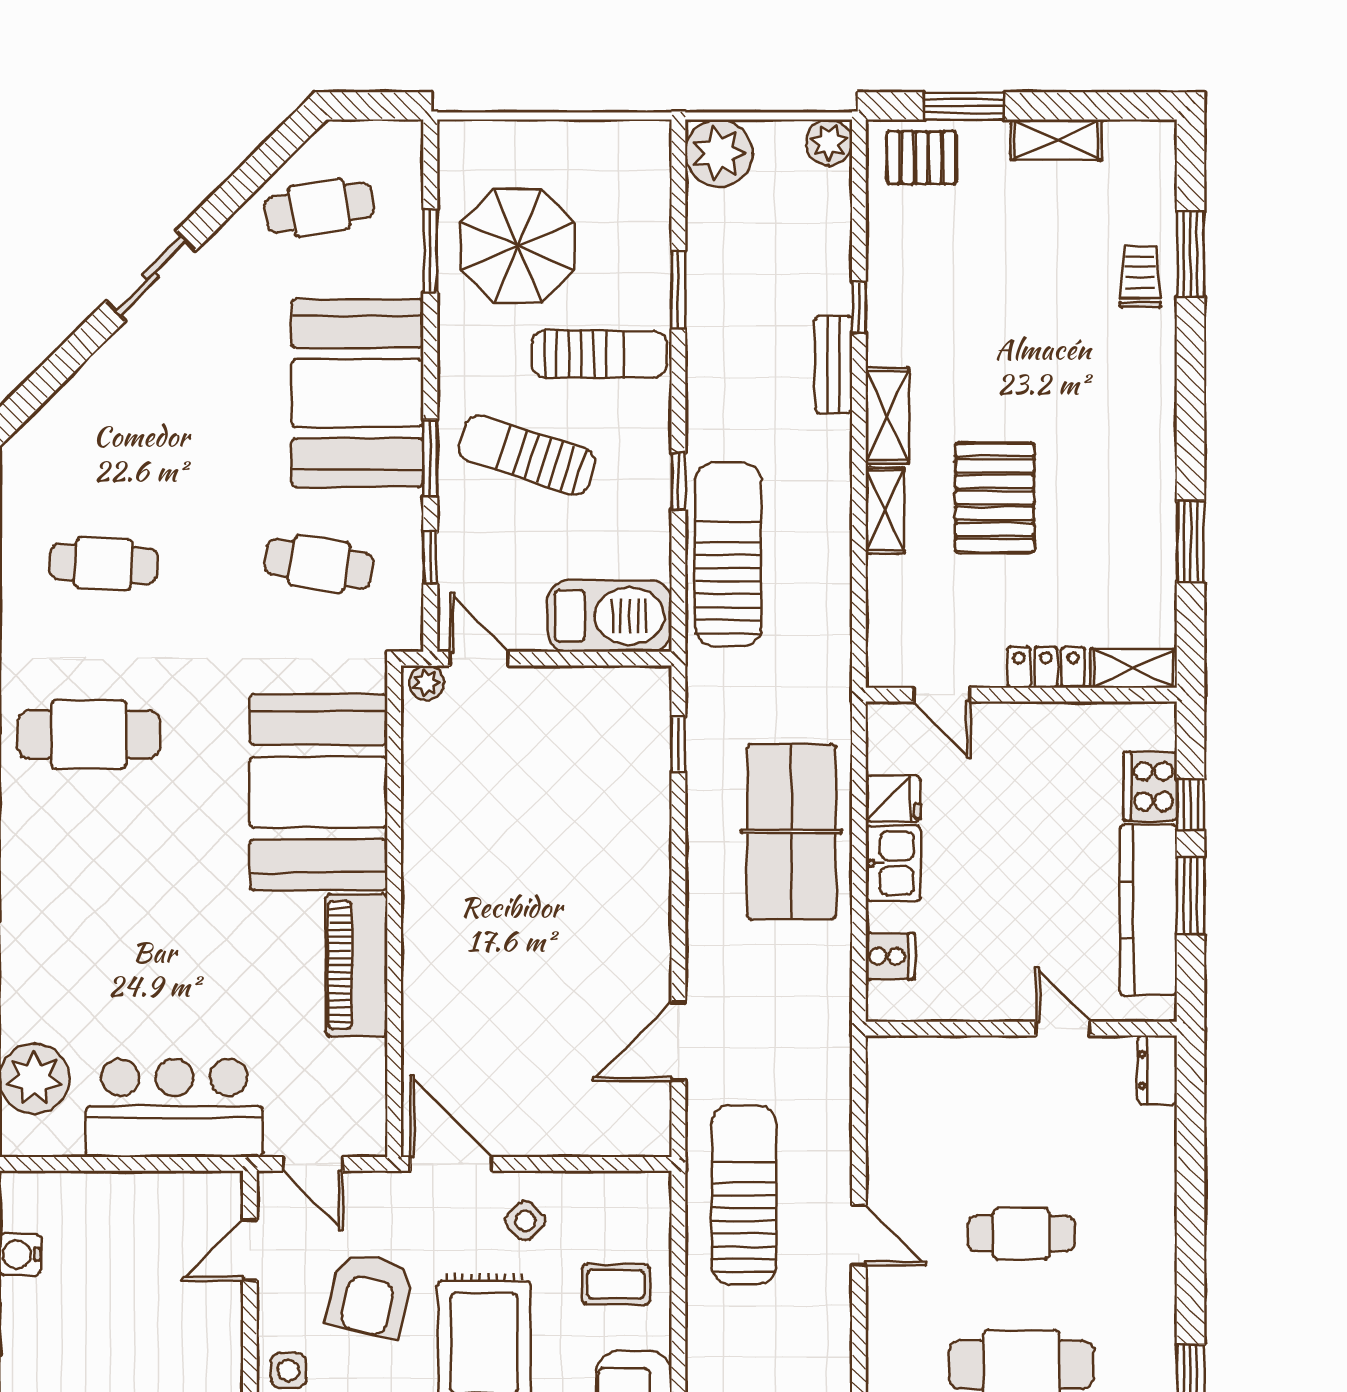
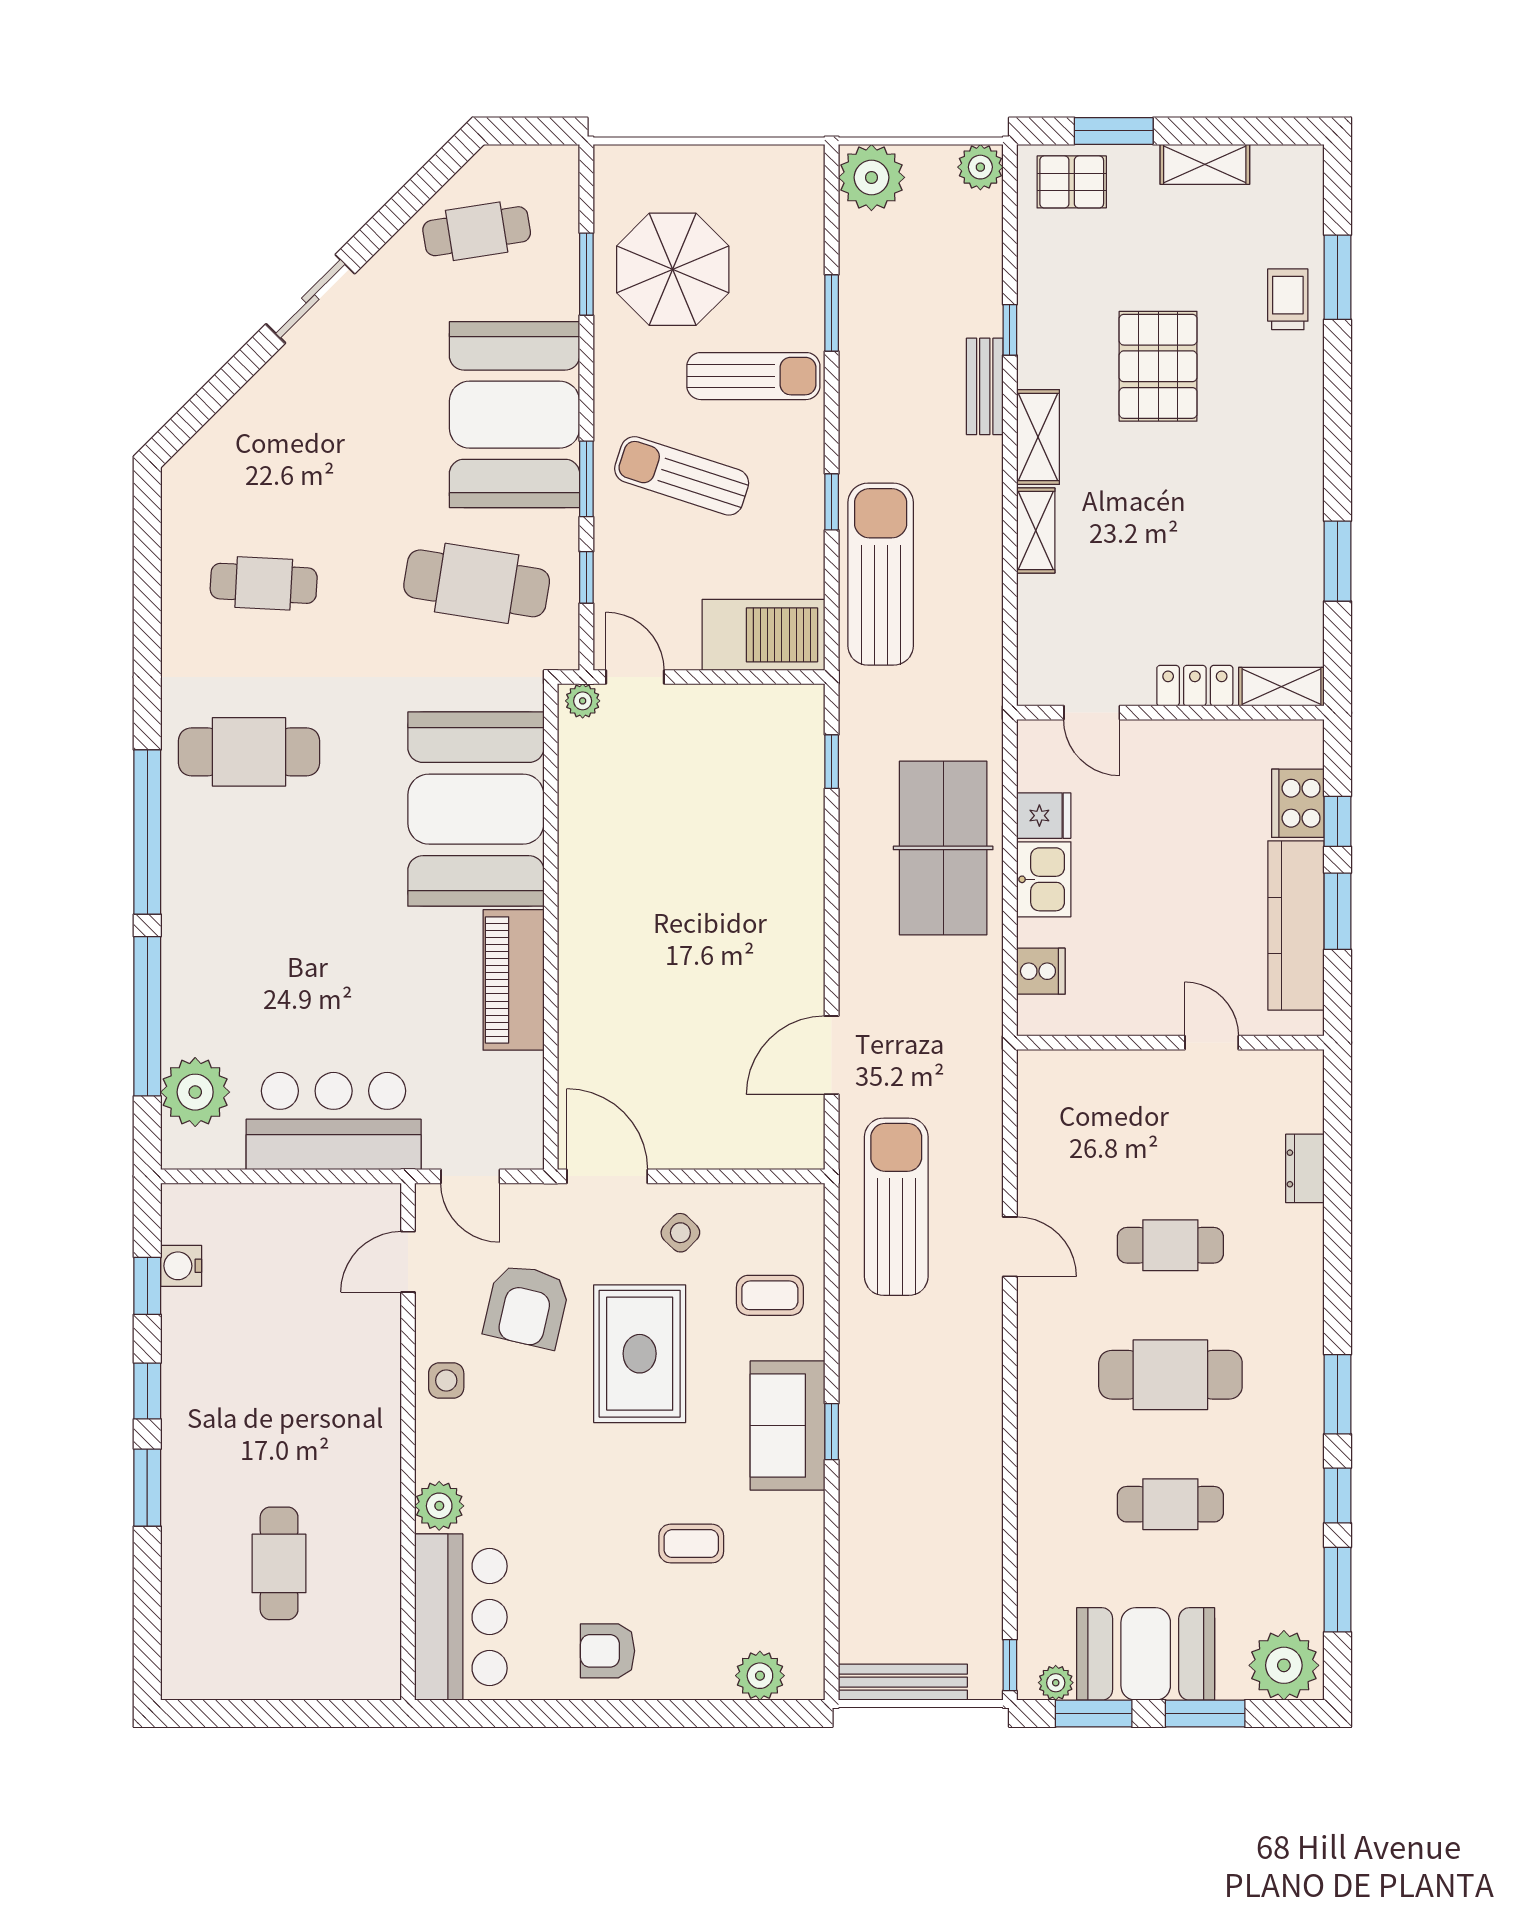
pallet: (995, 498) -> (1158, 366), moved
cafe table: (319, 564) -> (477, 583), width x1.37, depth x1.35
dresser: (1157, 1070) -> (1305, 1168), moved

